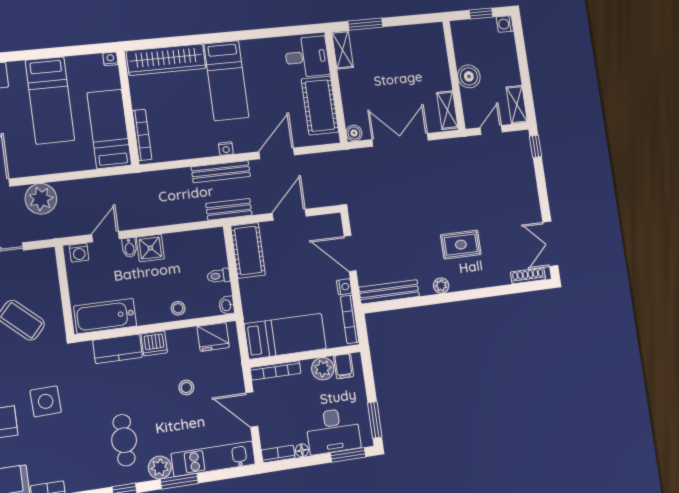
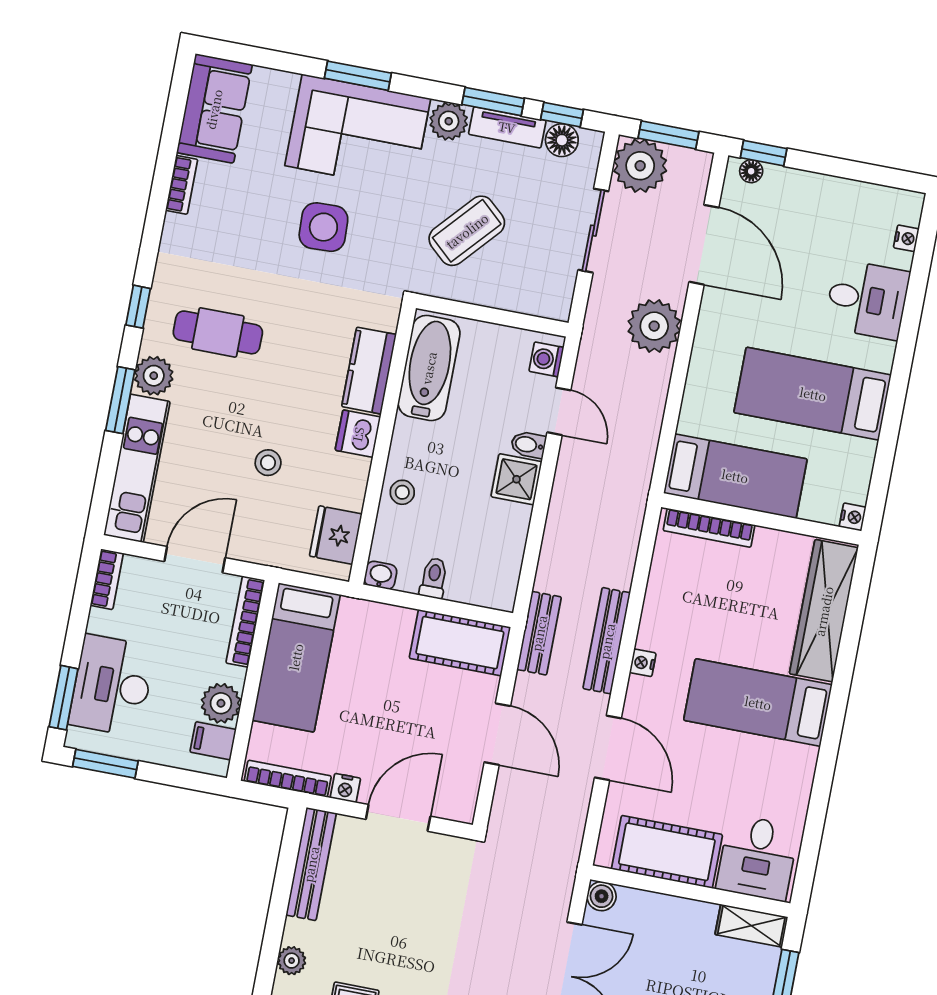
floor lamp: (302, 450) -> (99, 621), removed

